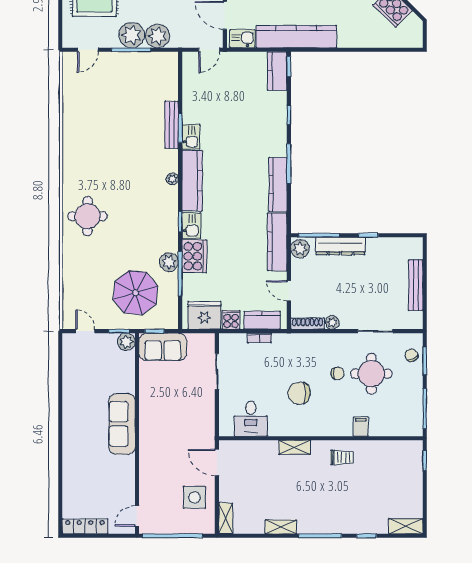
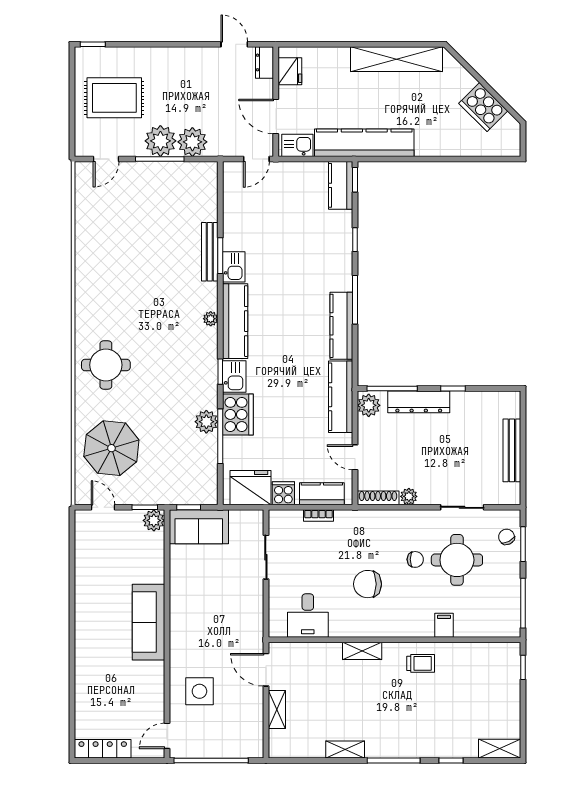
parasol: (135, 293) -> (111, 448), moved
side table: (194, 497) -> (199, 691), moved
shelving: (226, 518) -> (277, 710), moved

